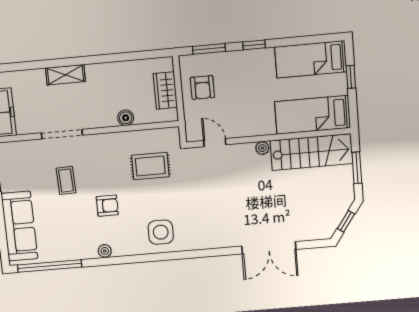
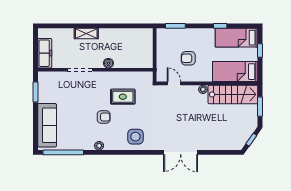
window: (254, 45) -> (220, 26), moved
armchair: (202, 87) -> (188, 58), moved, turned 90
wardrobe: (165, 91) -> (146, 49), removed
boiler: (126, 118) -> (108, 63), moved
rug: (150, 166) -> (123, 97), moved
coffee table: (66, 180) -> (79, 99), removed
double door: (269, 248) -> (181, 152), moved

